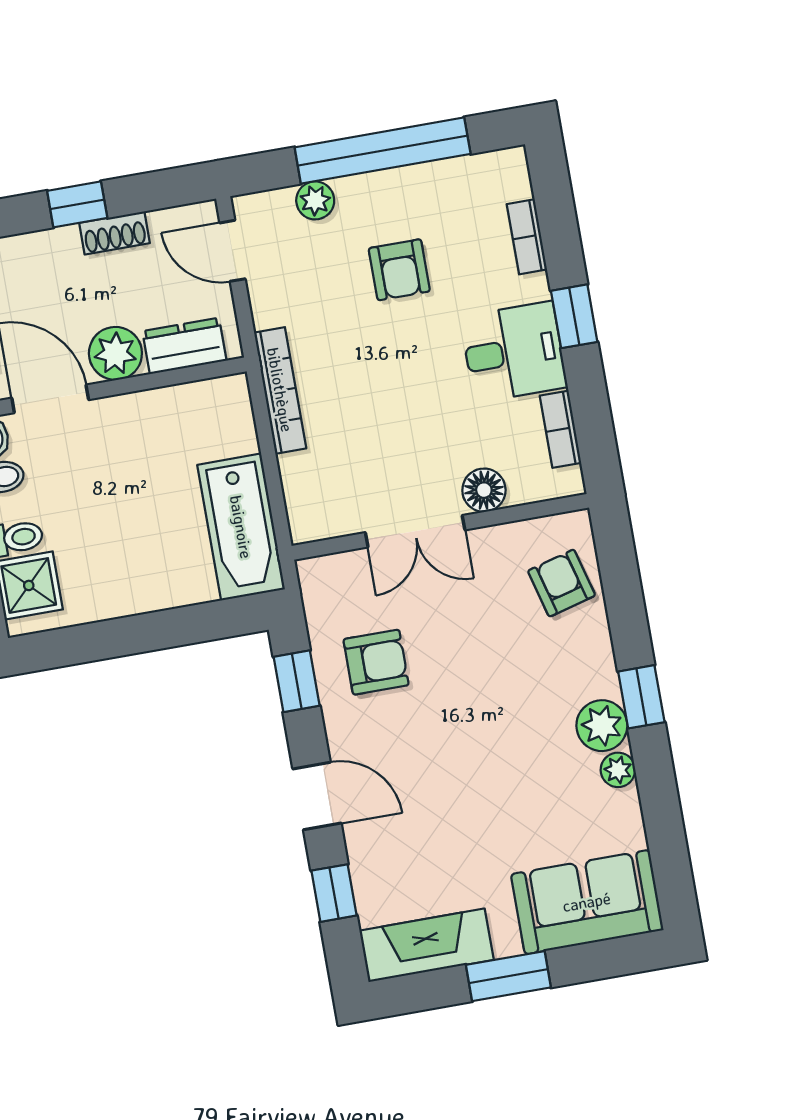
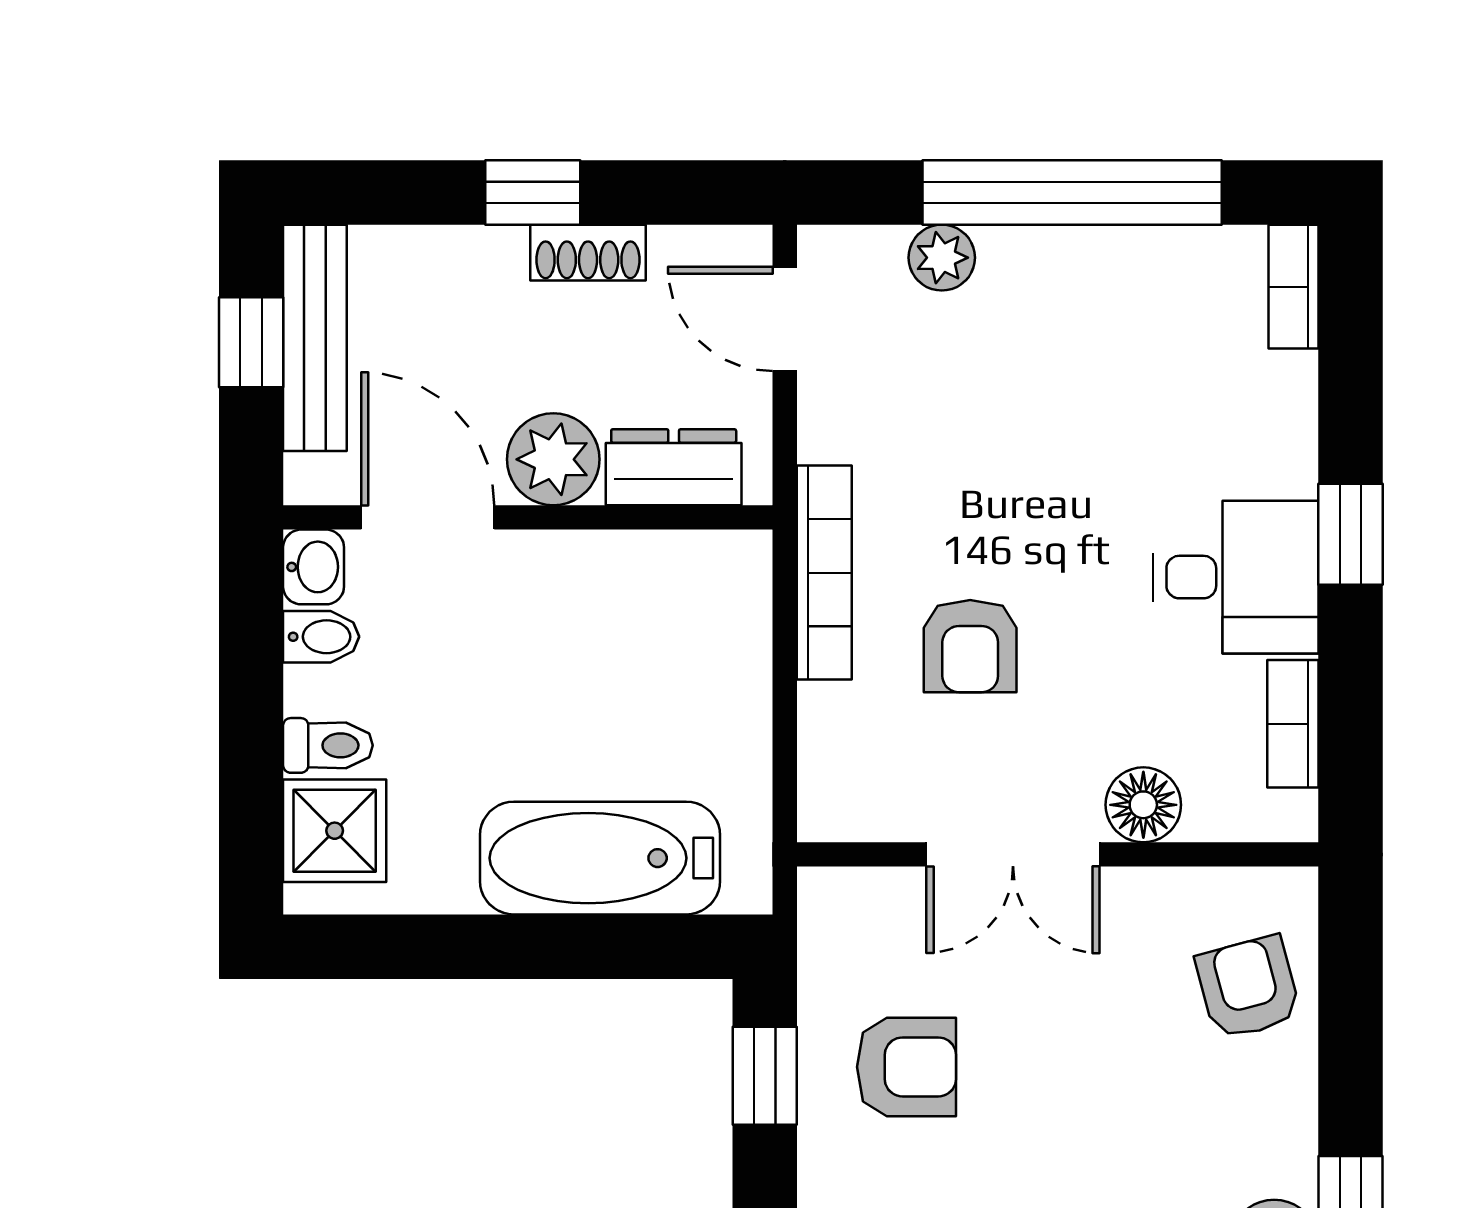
bookcase: (527, 237) -> (1294, 287), moved
armchair: (399, 270) -> (970, 646), moved
bathtub: (241, 527) -> (600, 858), moved, turned 90

